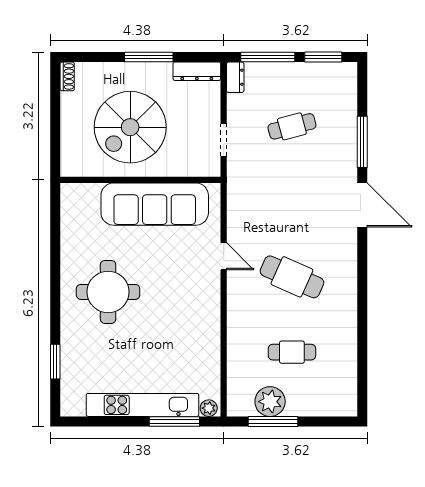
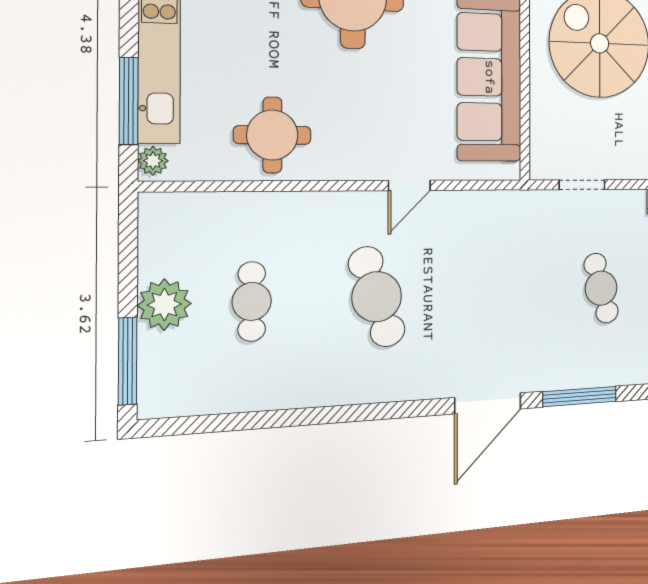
cafe table: (292, 277) -> (377, 297), turned -42
round table: (193, 340) -> (272, 135), added
plant: (270, 402) -> (164, 305), moved
window: (273, 422) -> (128, 361), moved

